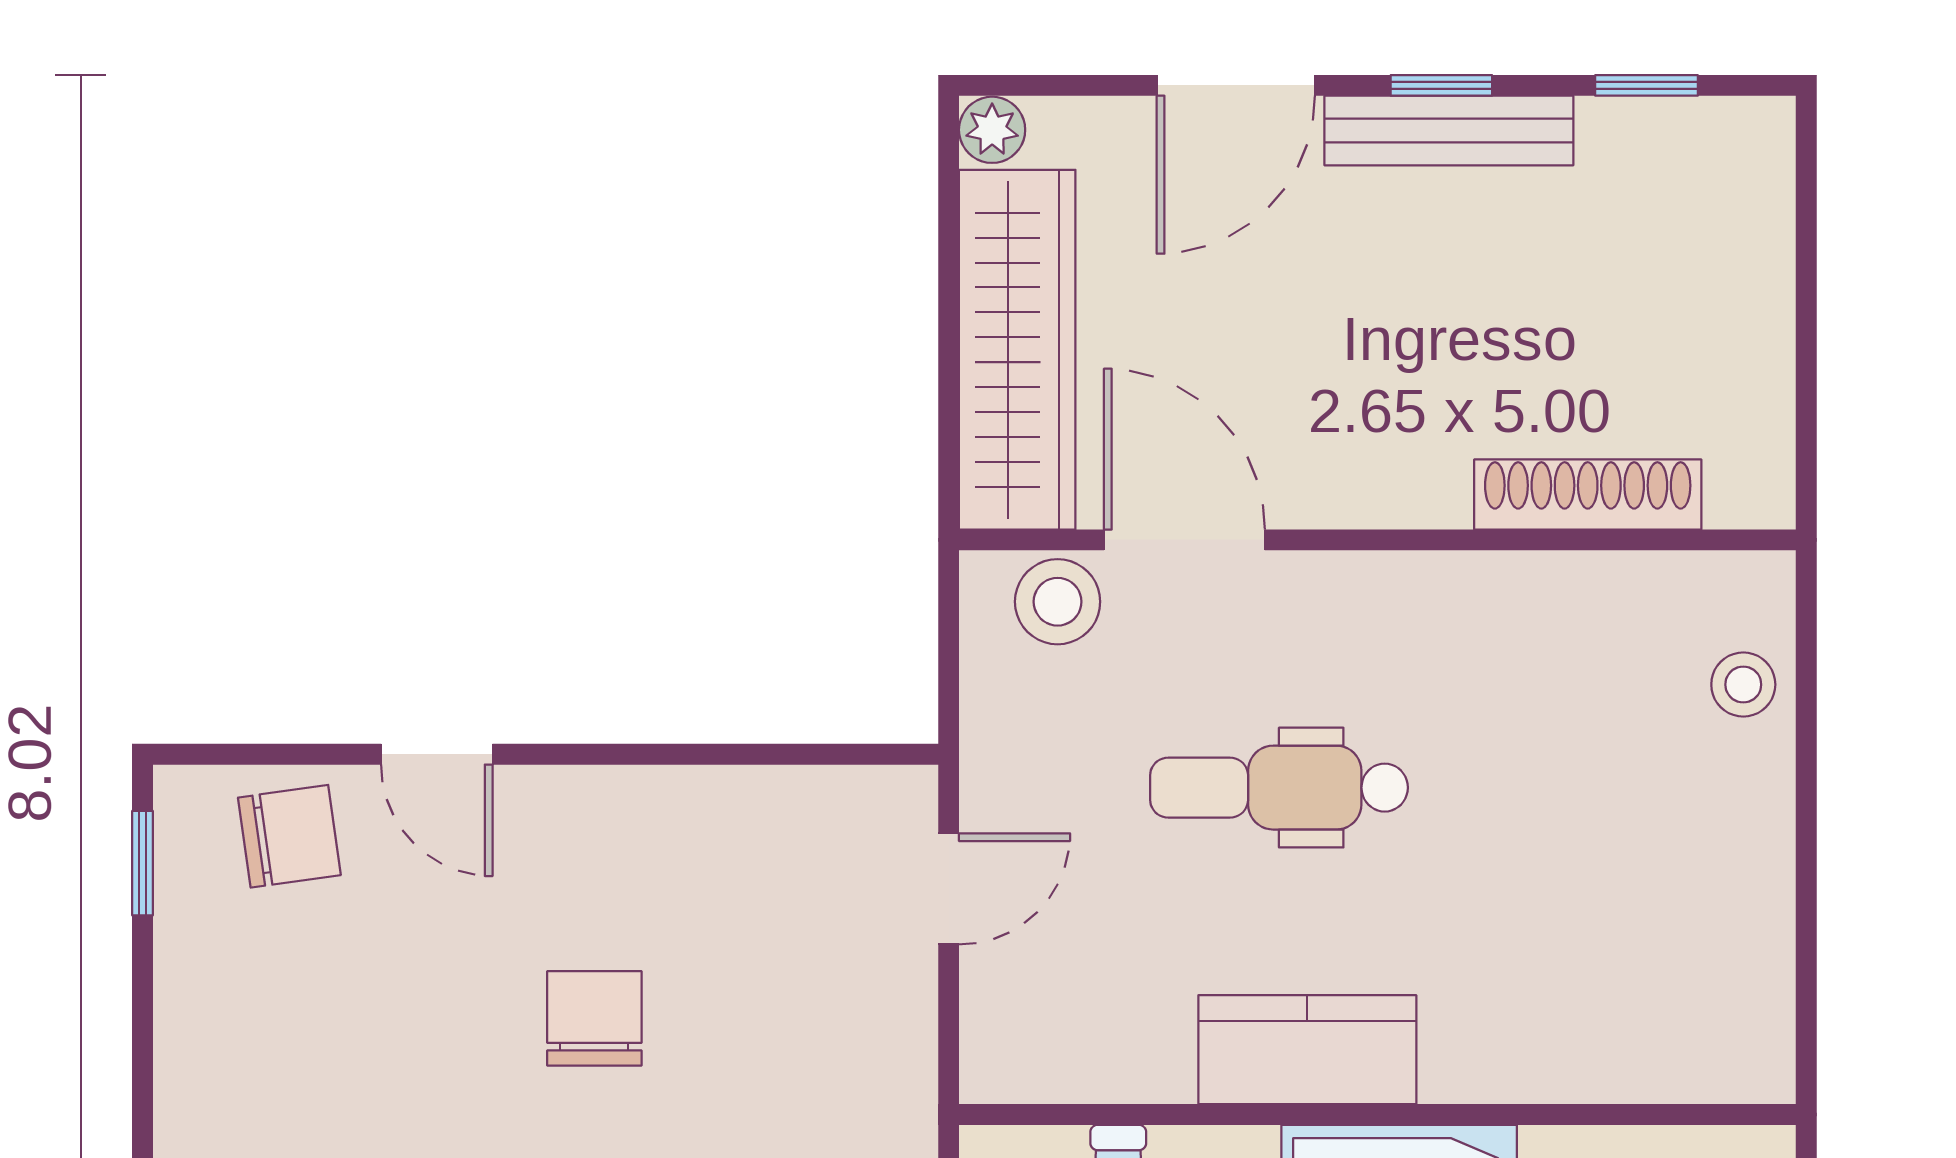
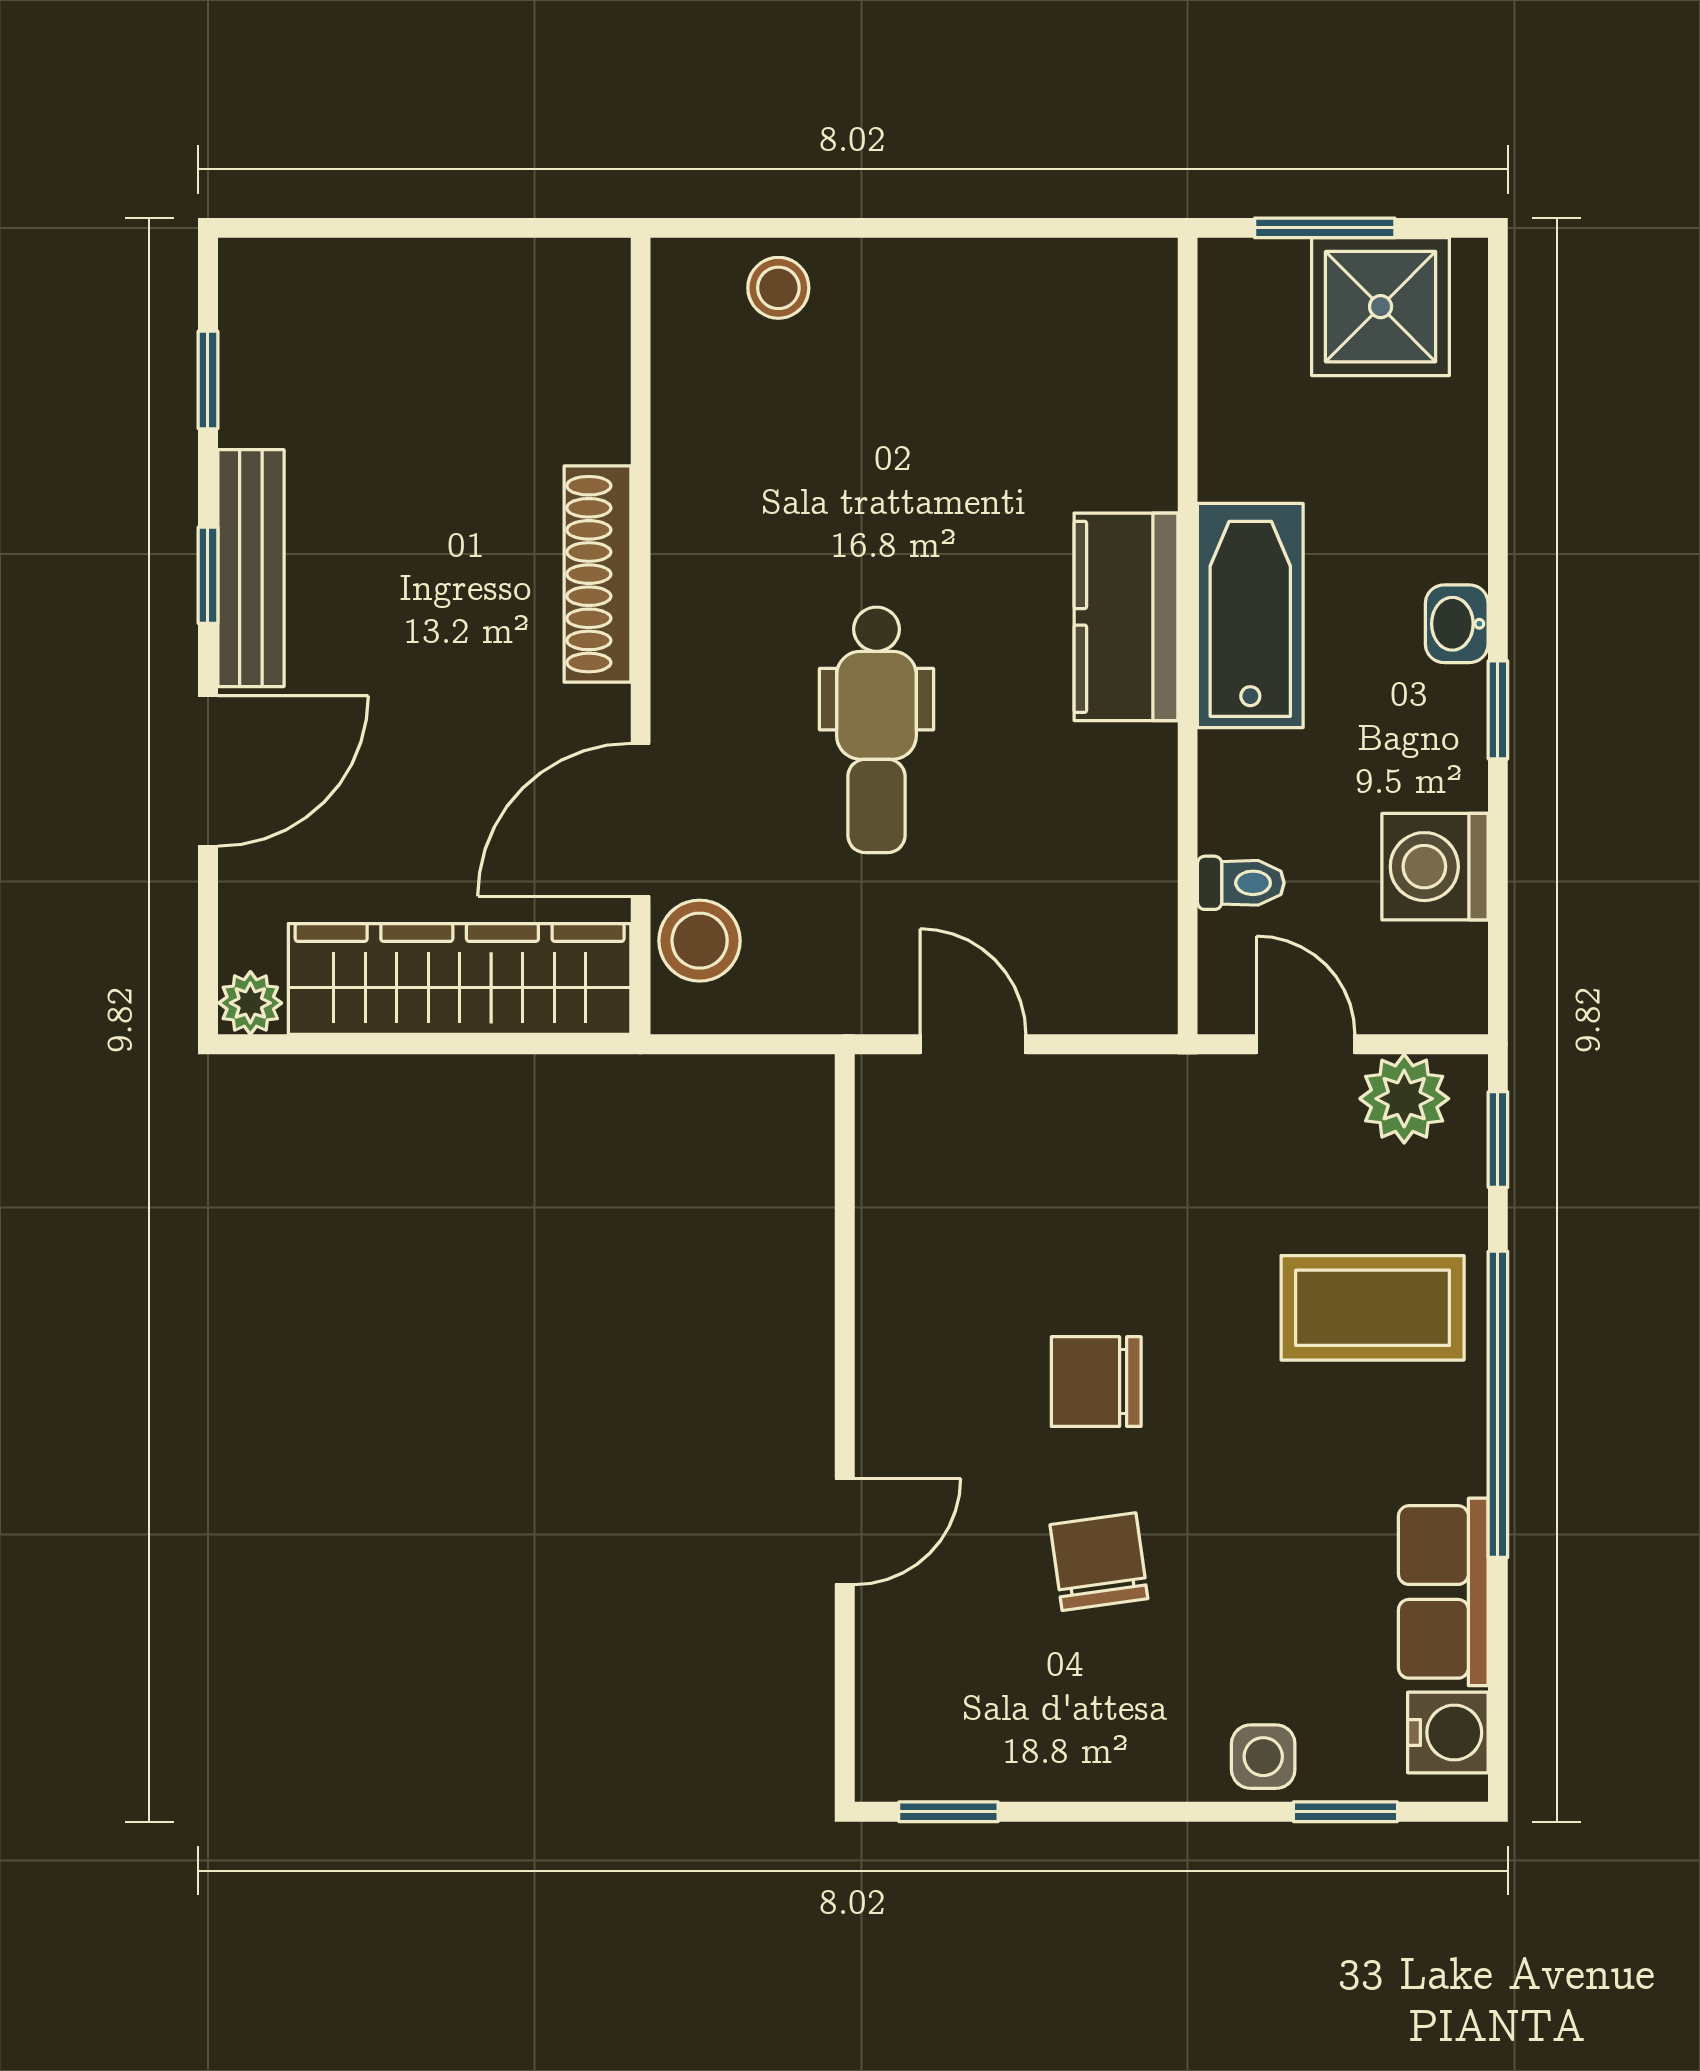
door: (1236, 85) -> (208, 771), hinge flipped
shoe rack: (1588, 495) -> (597, 574), moved
chair: (289, 836) -> (1099, 1562), moved
kitchen counter: (1307, 1050) -> (1126, 617), moved

